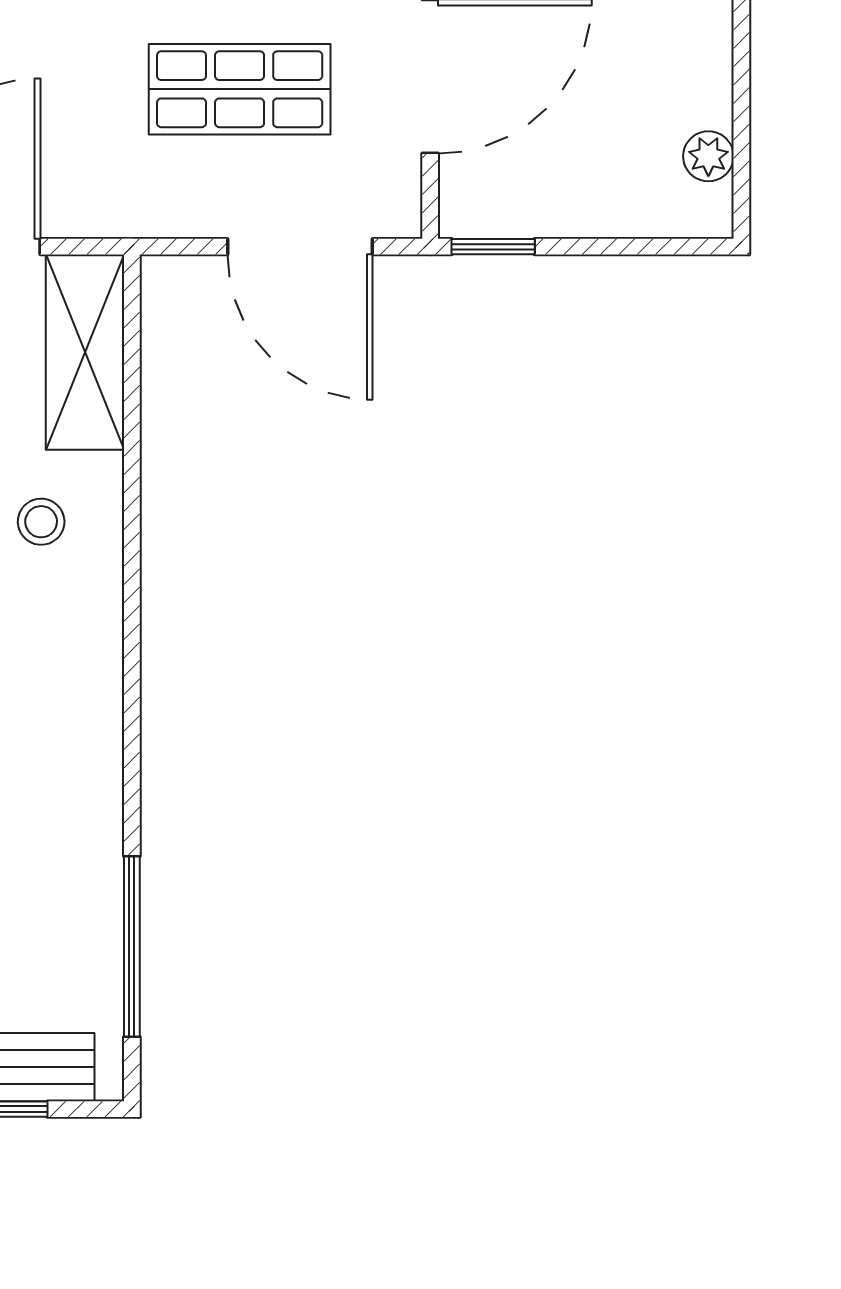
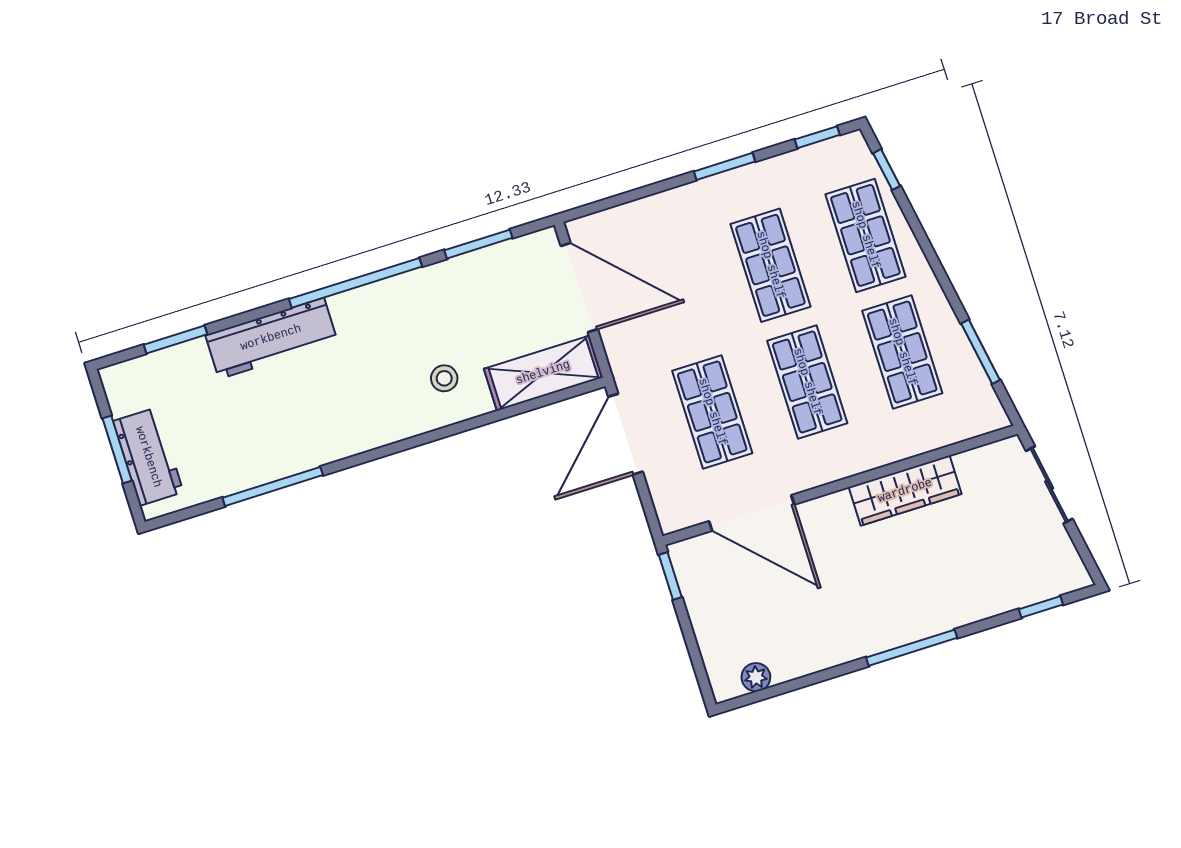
door: (300, 247) -> (625, 434), moved
window: (132, 946) -> (273, 486), moved

